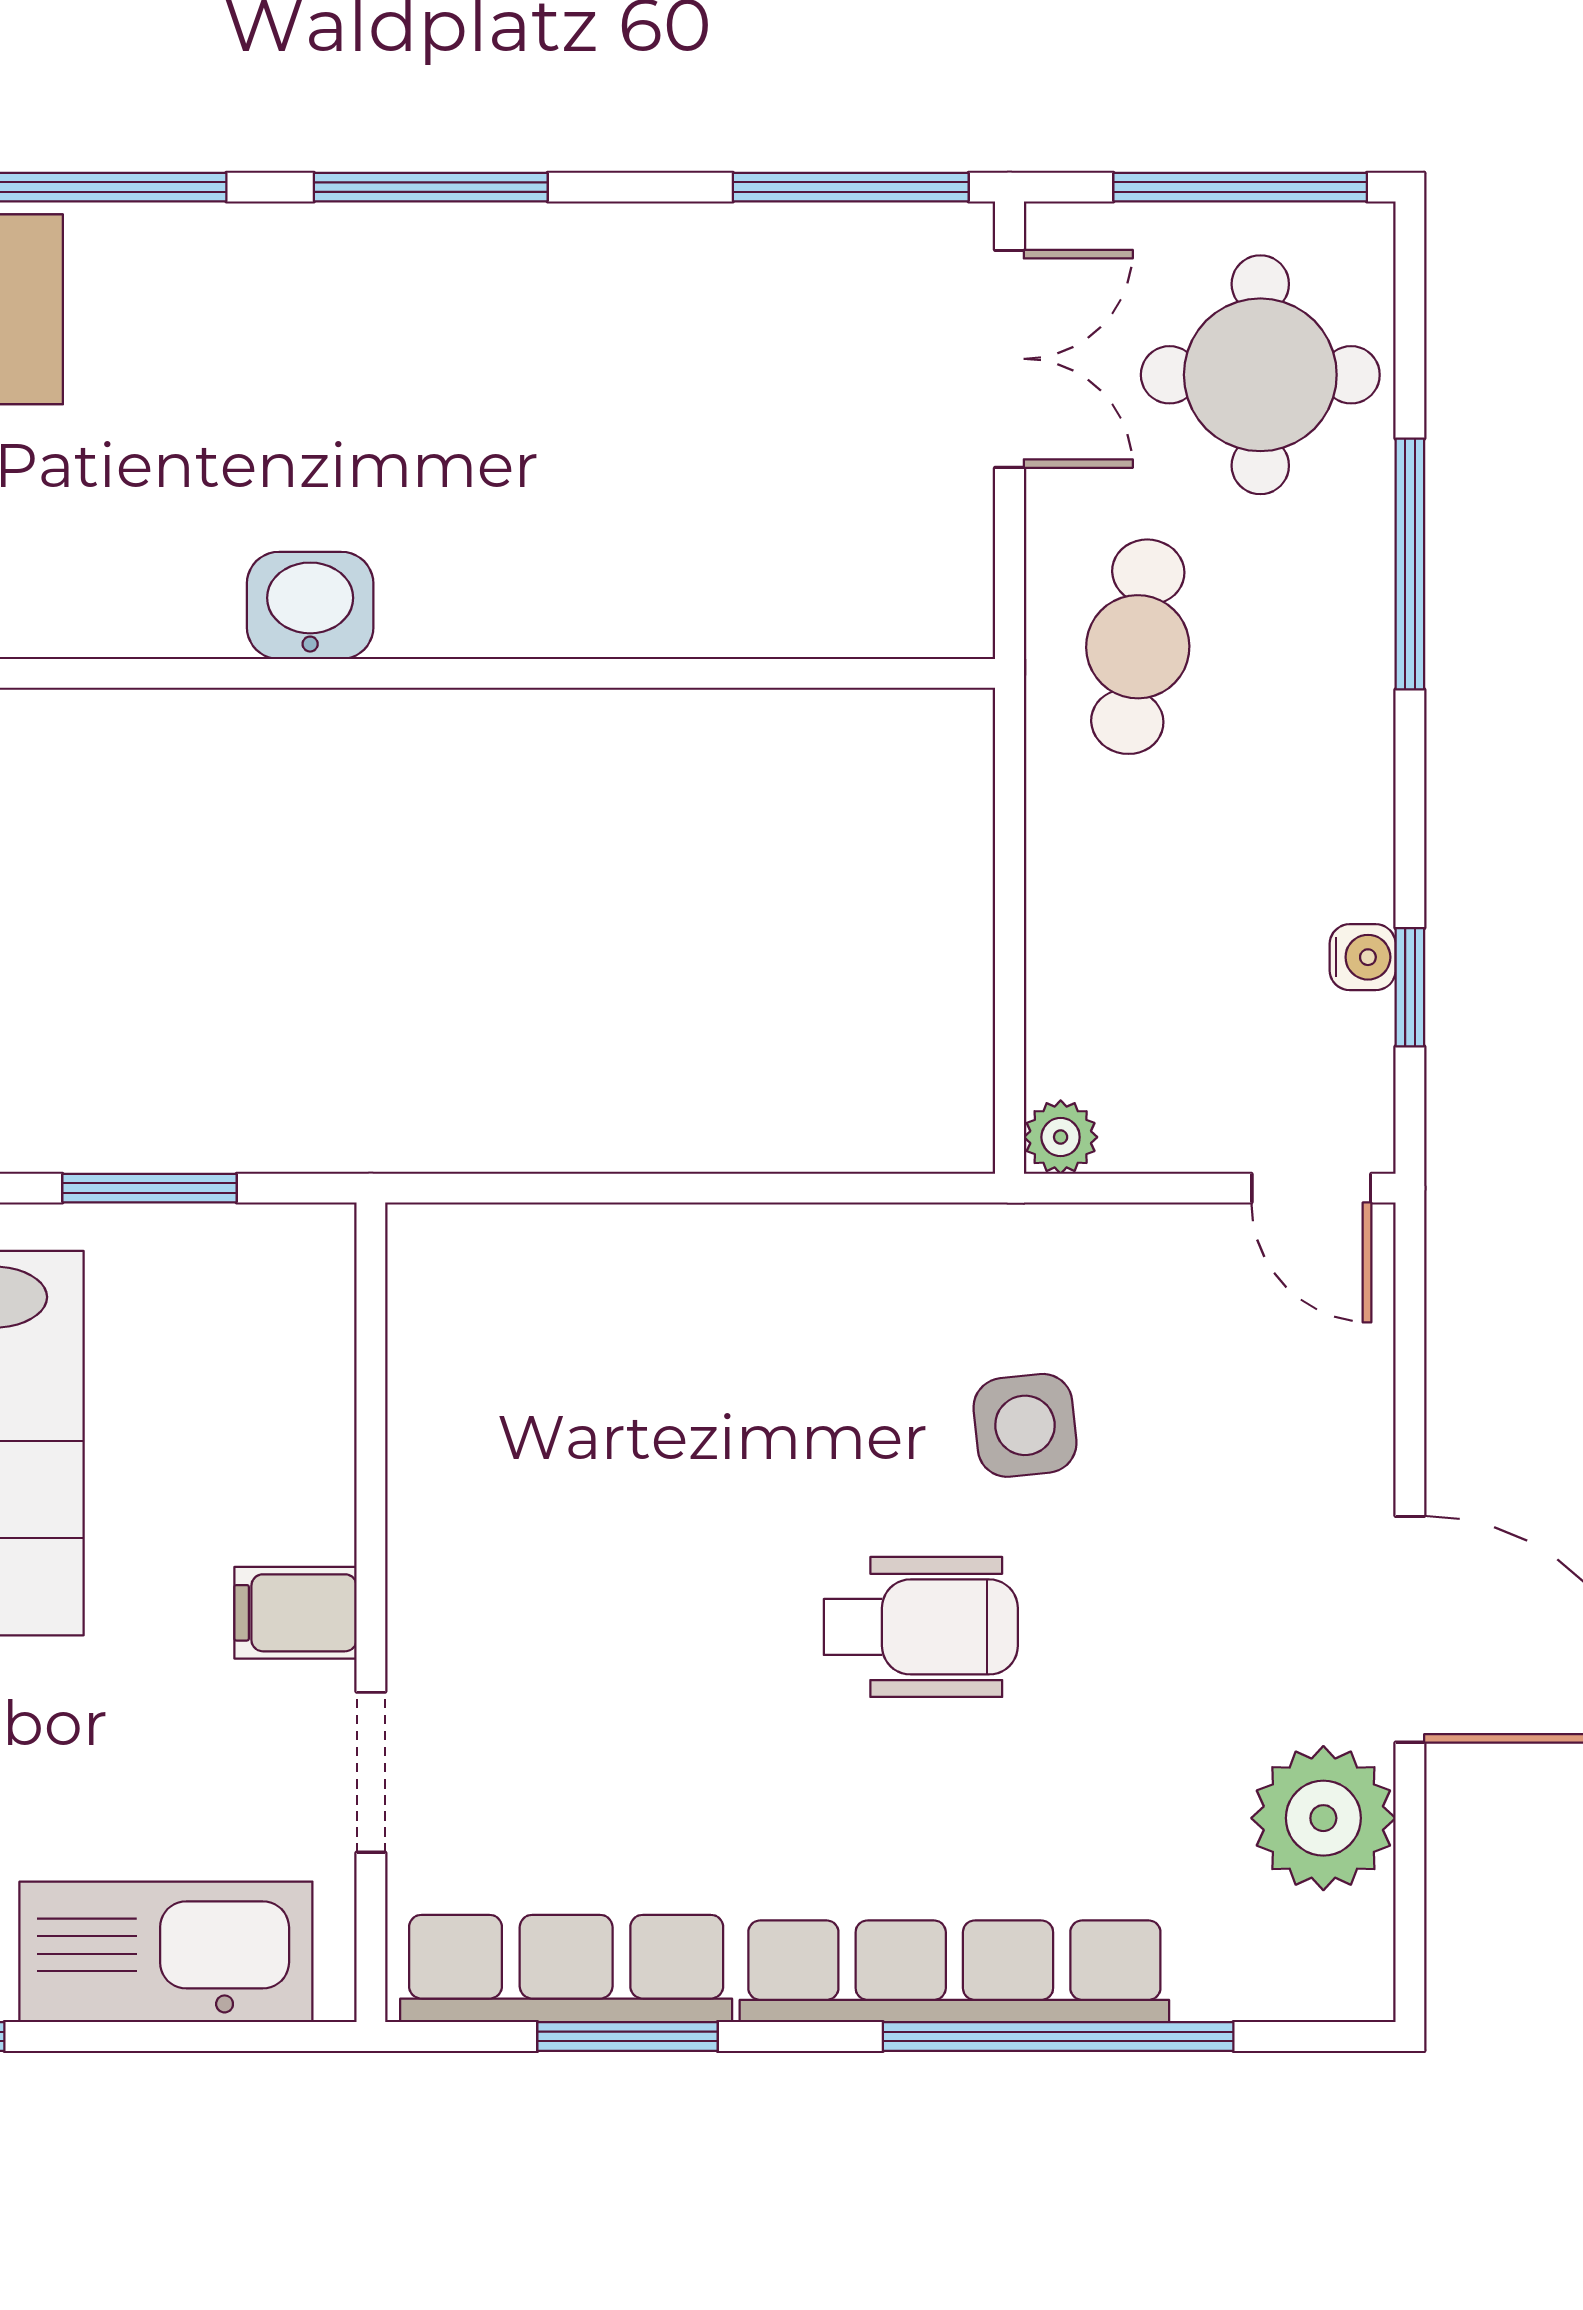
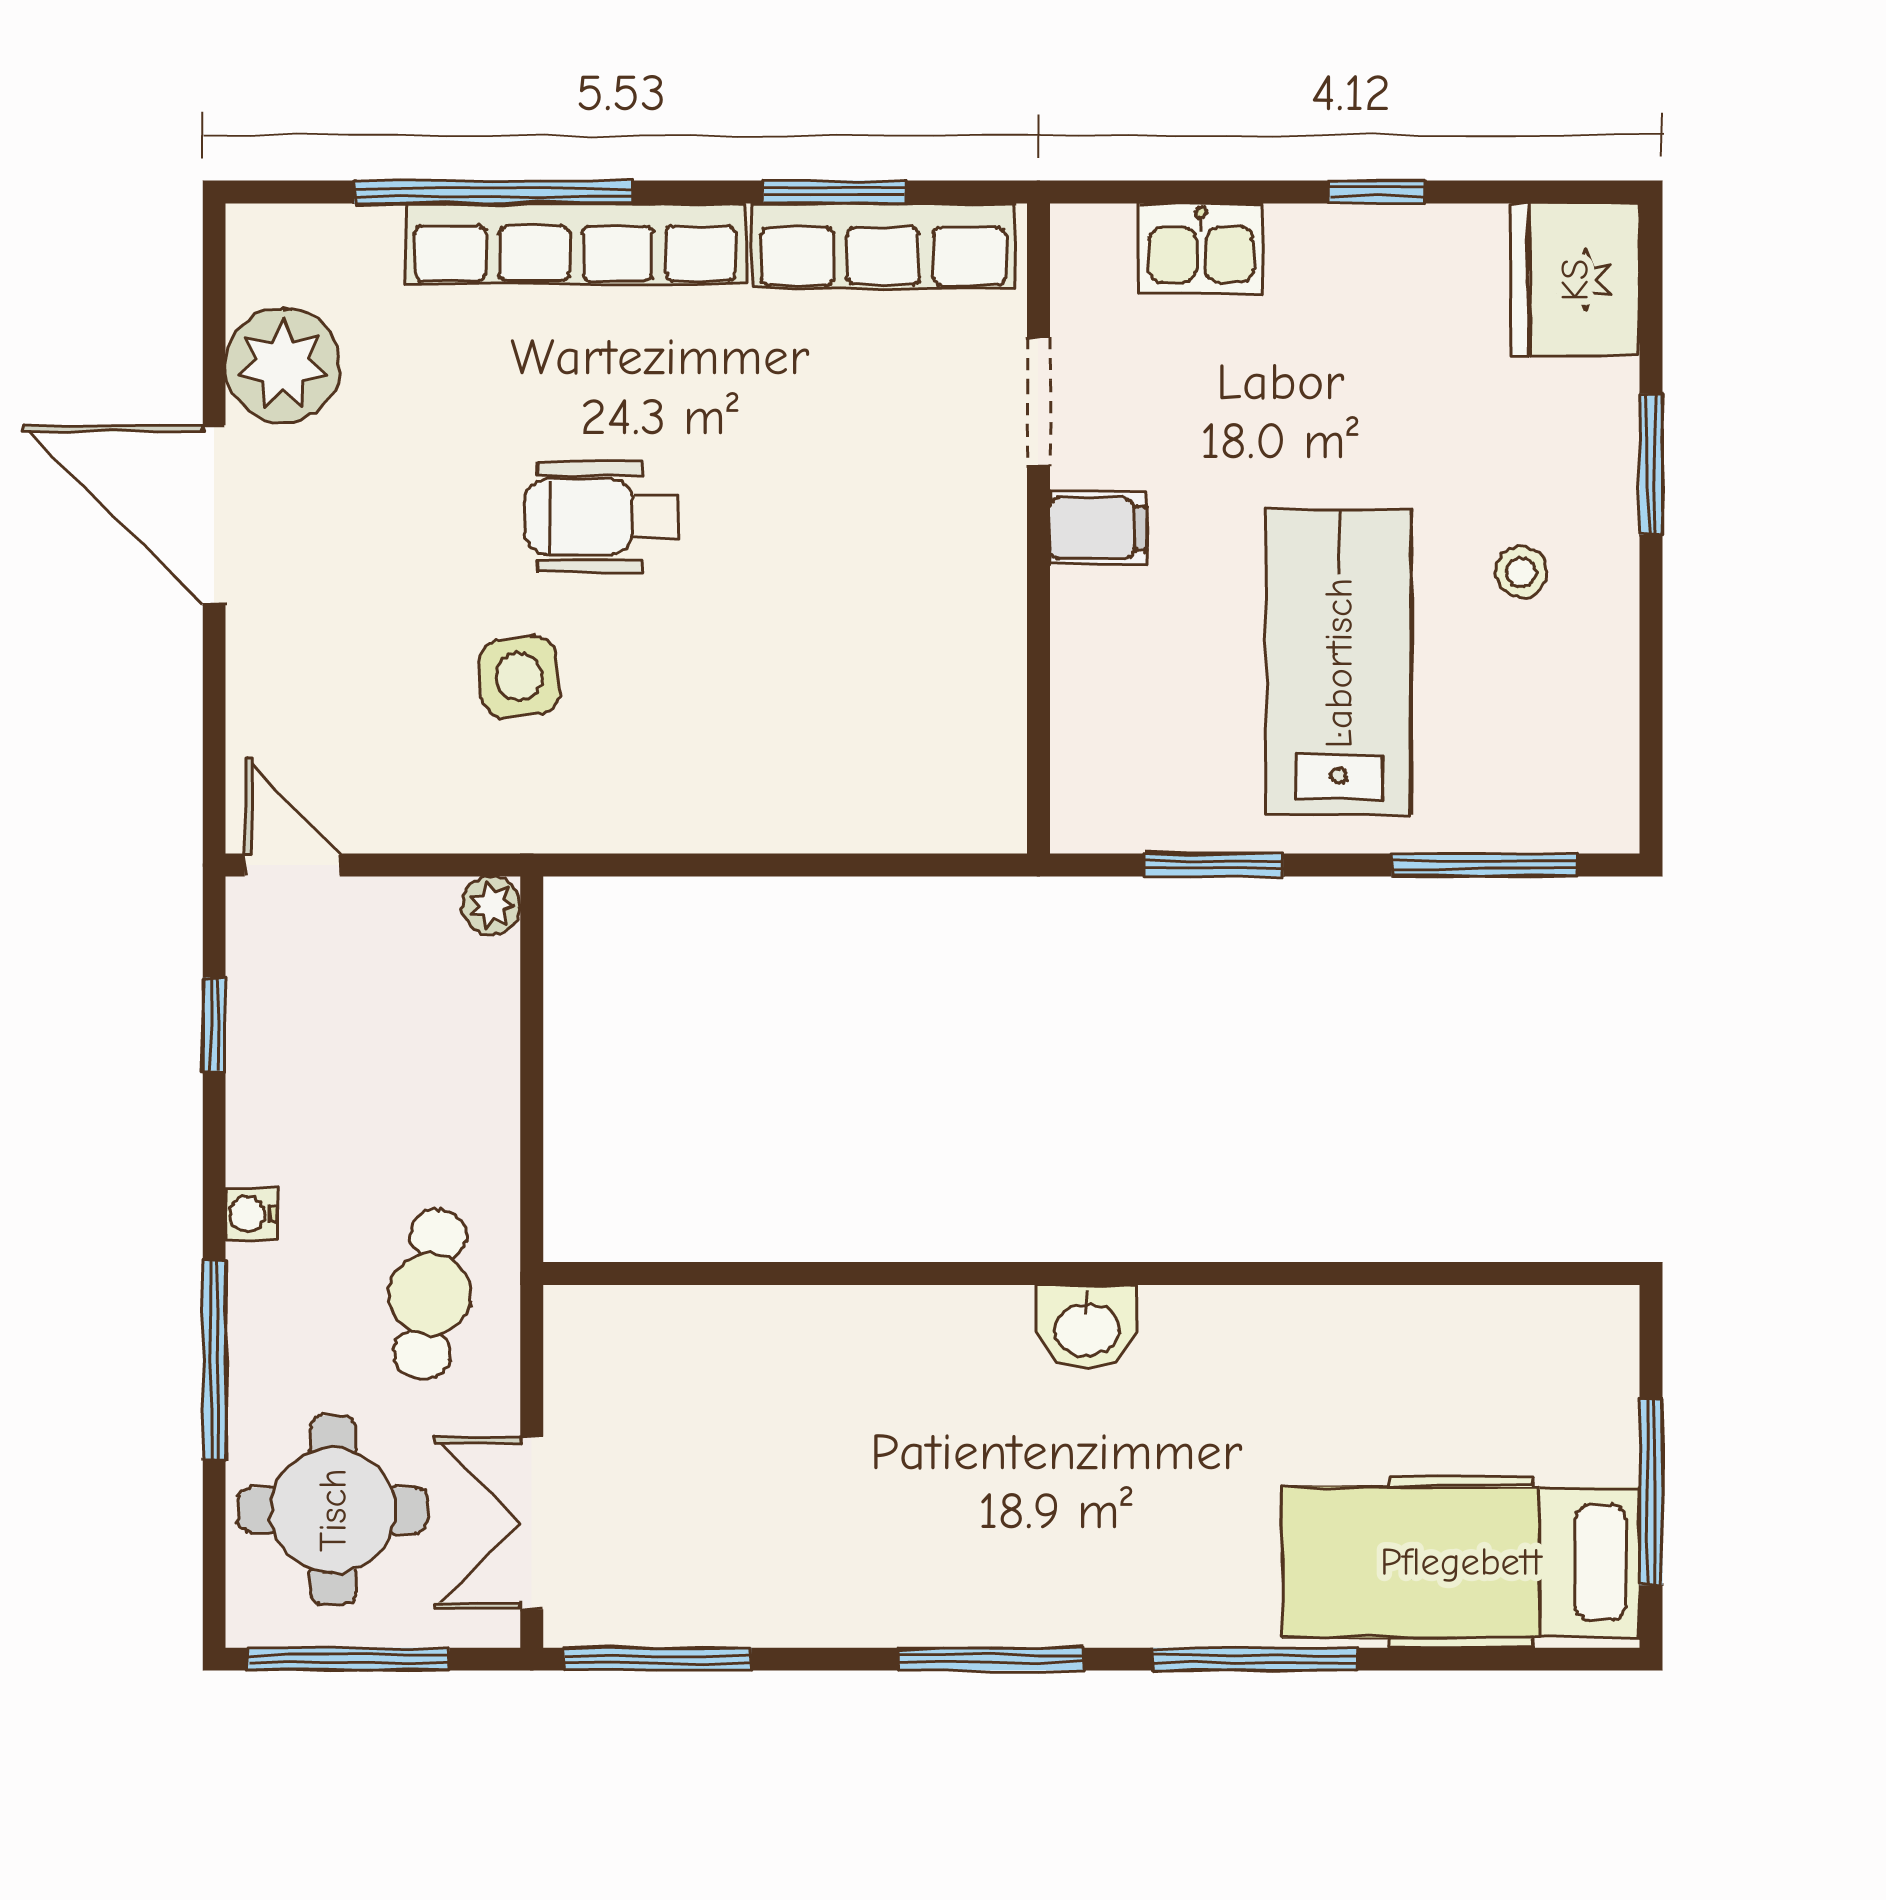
water cooler: (1363, 957) -> (252, 1214), moved
kitchen sink: (166, 1952) -> (1201, 248), width x0.53, depth x0.81

